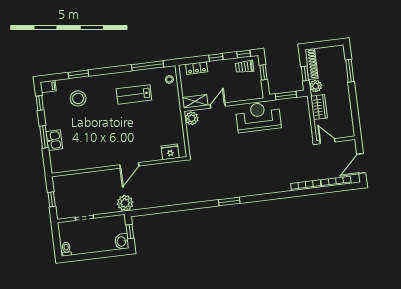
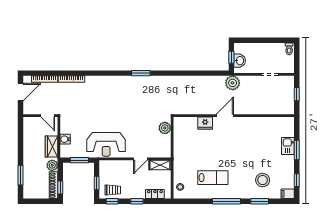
window: (148, 66) -> (226, 201), moved
window: (305, 74) -> (60, 188), moved
water cooler: (305, 117) -> (65, 139), added
plant: (192, 118) -> (165, 128), moved
fridge: (170, 152) -> (205, 123), moved
washbasin: (122, 241) -> (240, 61), moved

